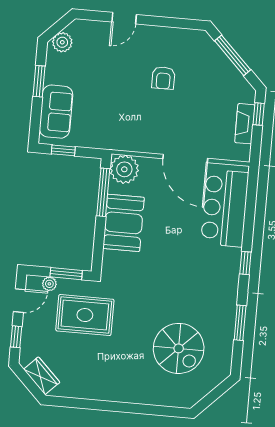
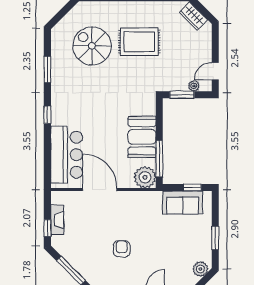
sofa: (56, 112) -> (183, 202), moved, turned -90
rug: (85, 315) -> (139, 42), moved
window: (16, 337) -> (215, 44), removed

